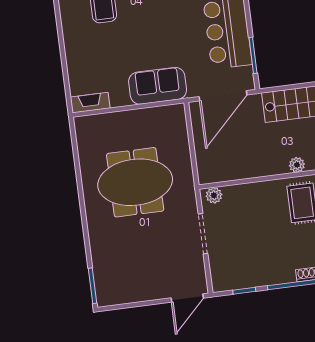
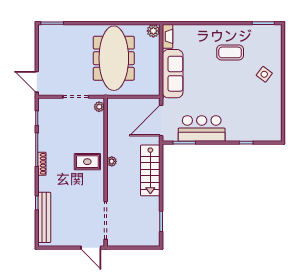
sofa: (158, 86) -> (173, 74), width x1.36
door: (223, 96) -> (161, 121), hinge flipped
plant: (84, 126) -> (153, 31), added
meeting table: (135, 182) -> (114, 58), width x1.36

